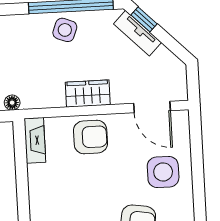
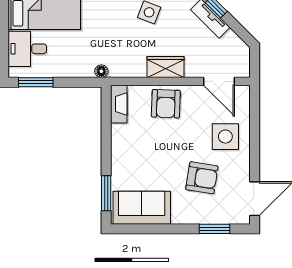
armchair: (90, 137) -> (166, 104), turned 92

